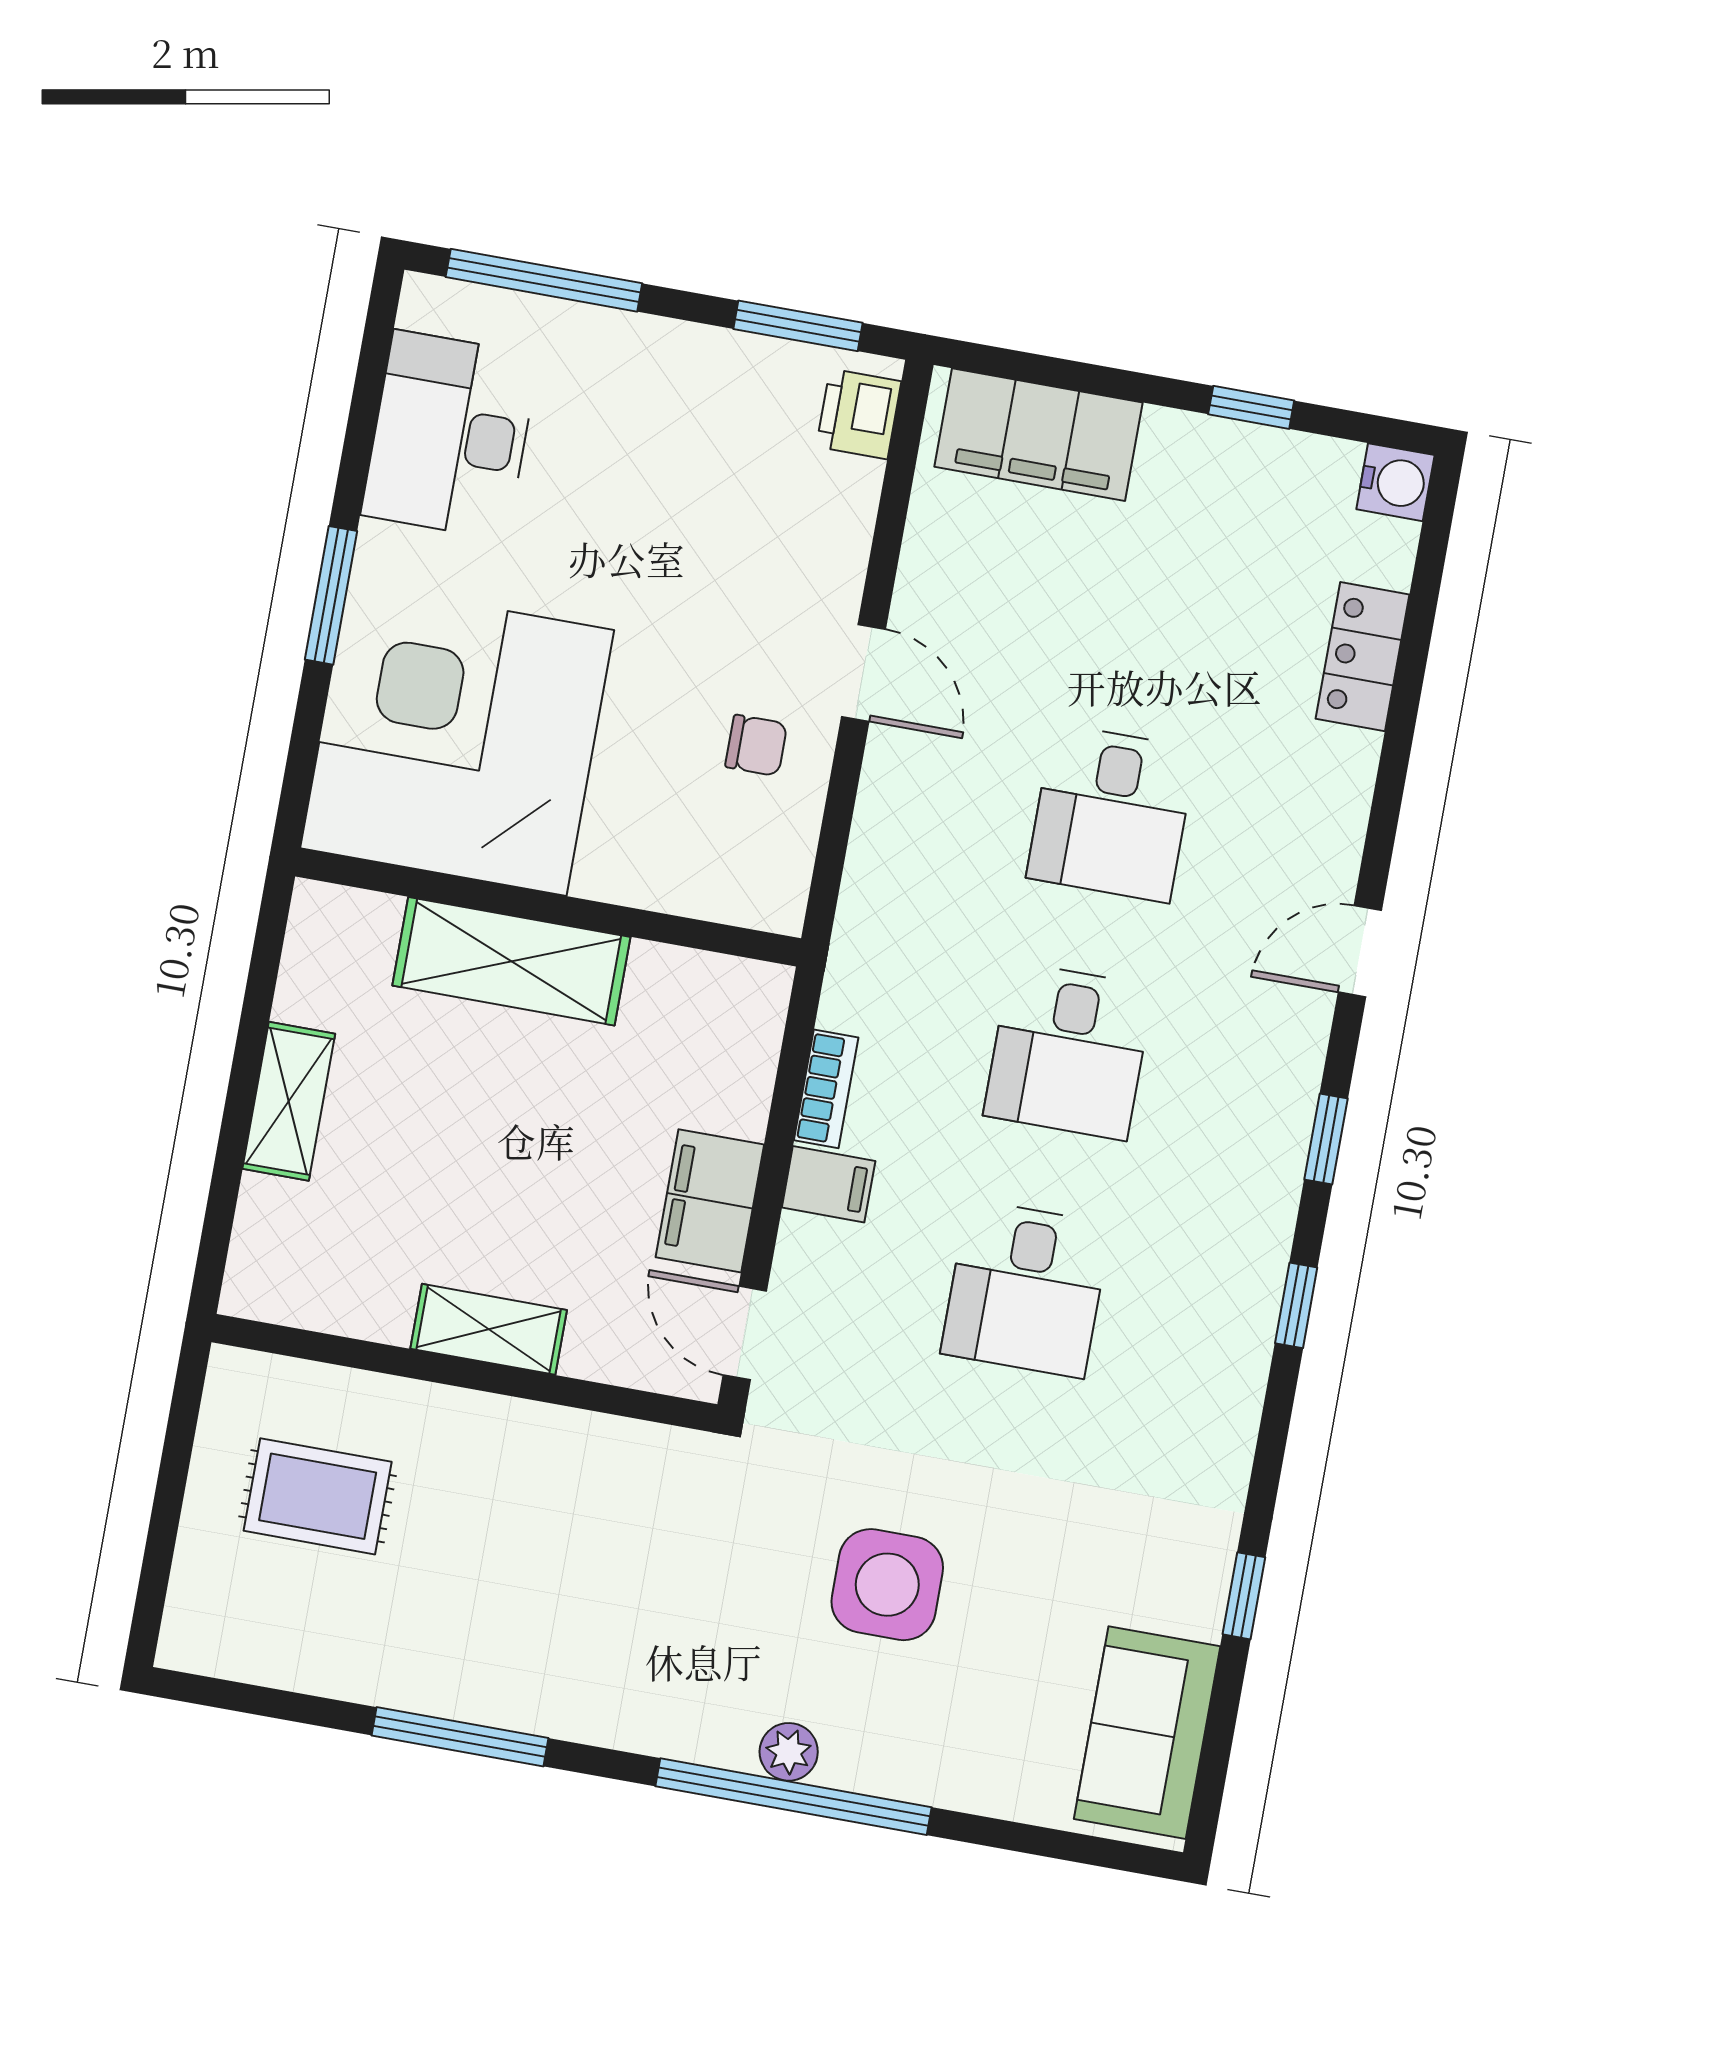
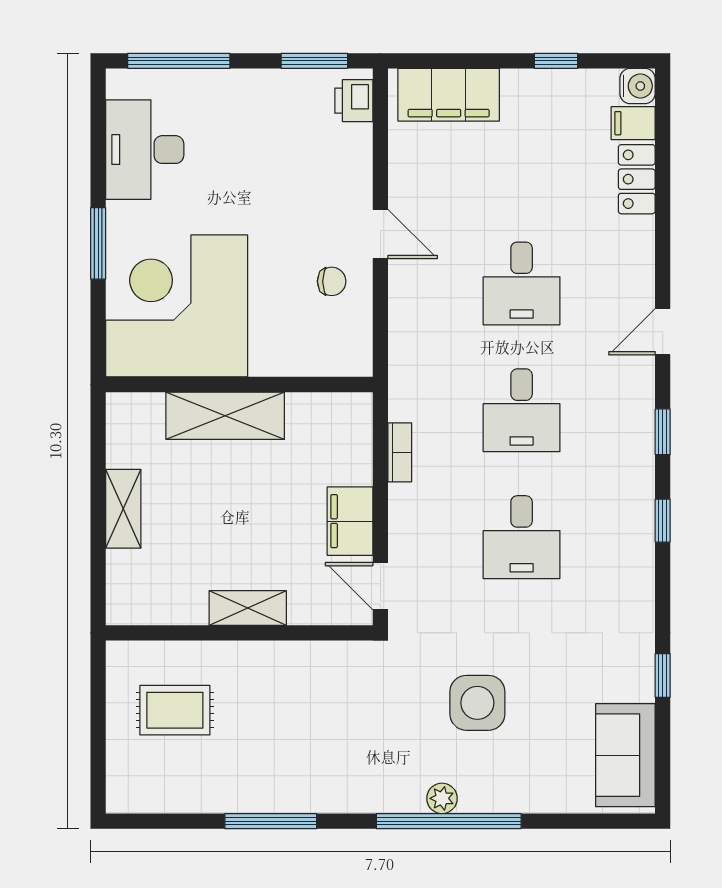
filing cabinet: (829, 1184) -> (633, 123), moved, turned 180

